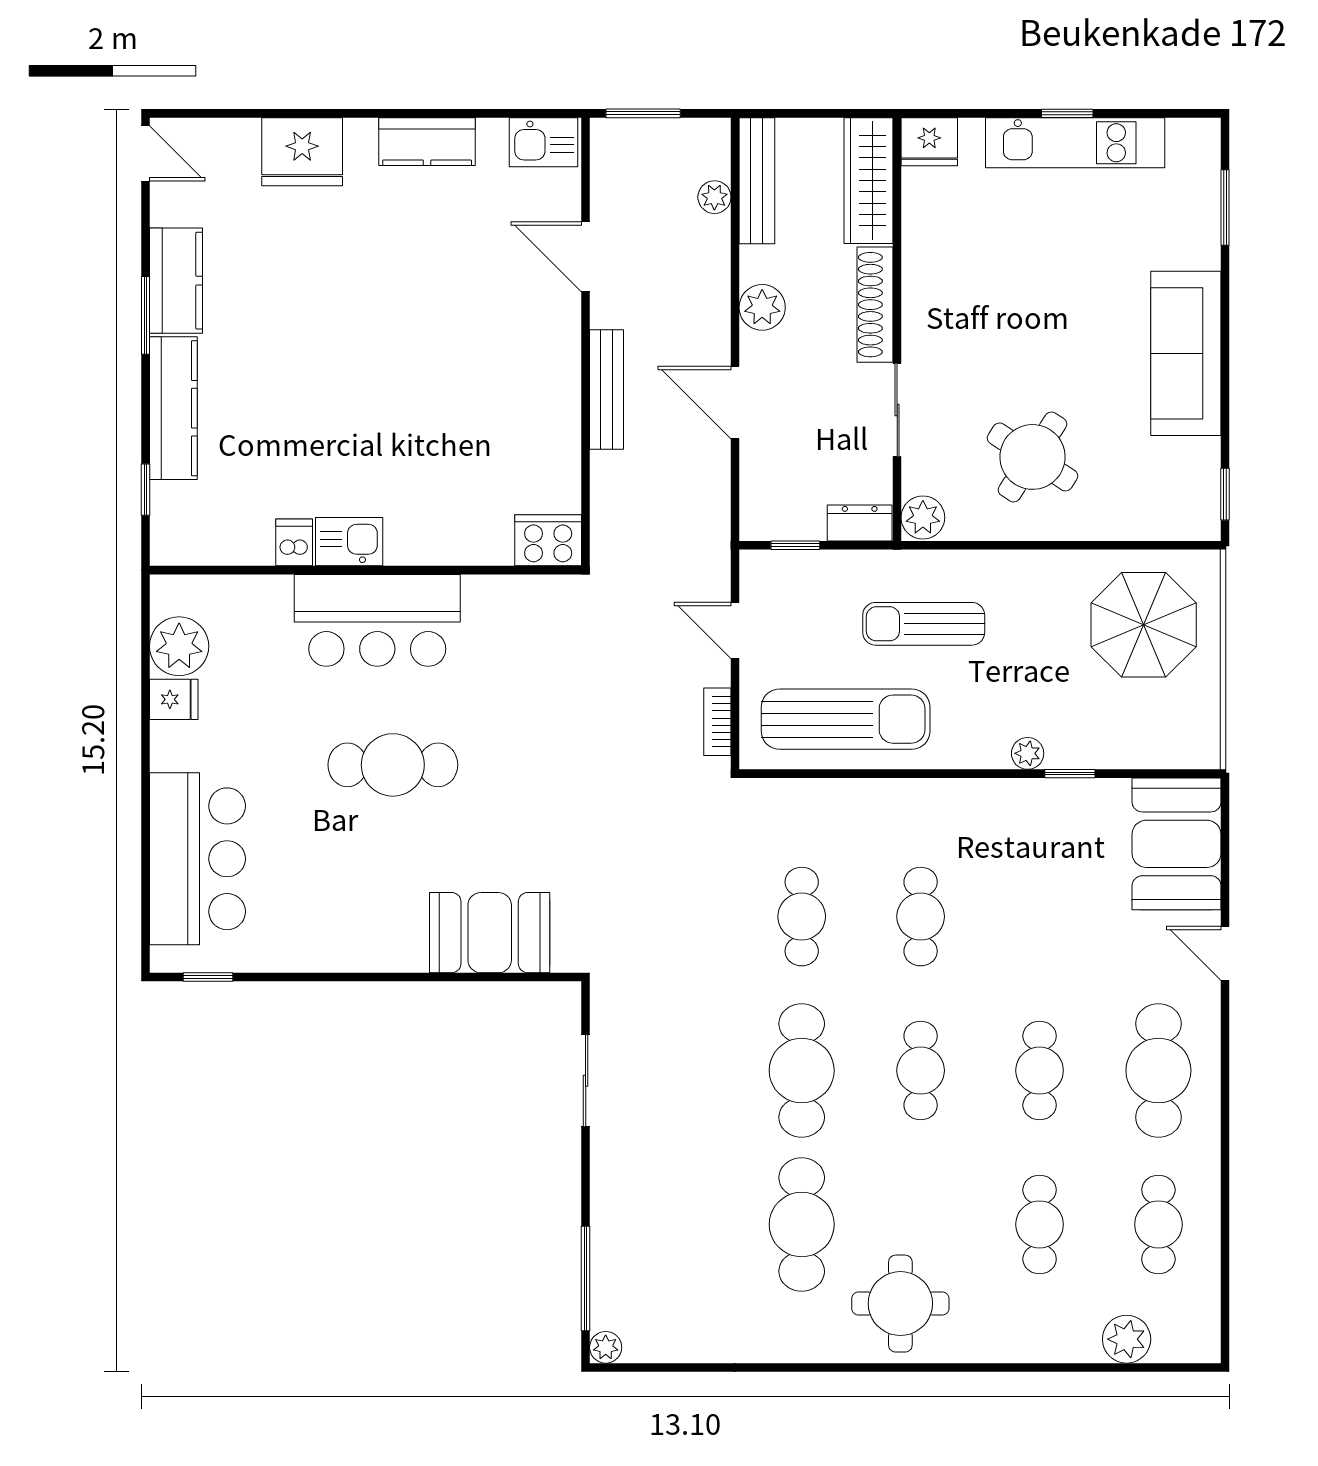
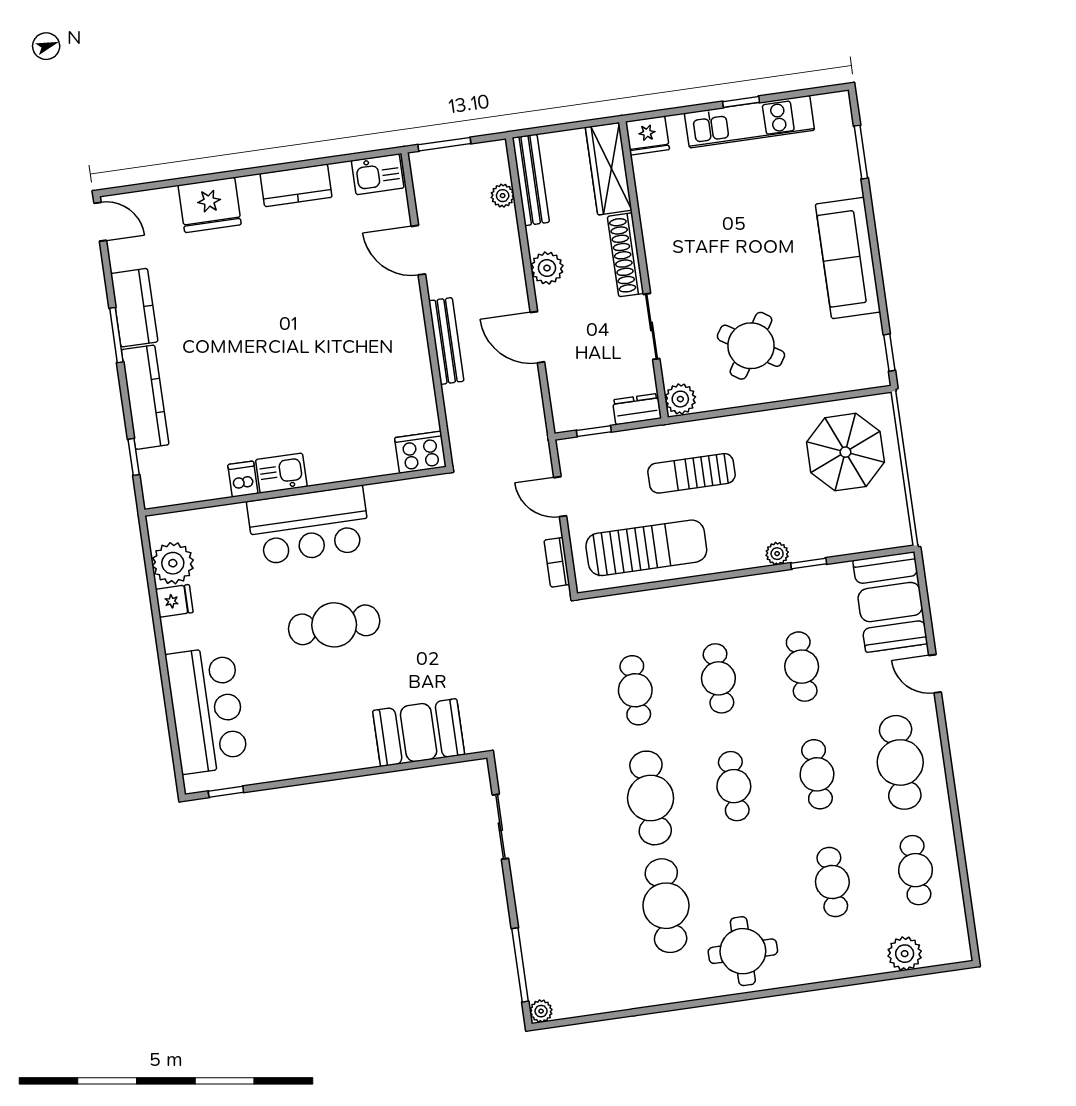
cafe table: (1040, 917) -> (802, 667), added

